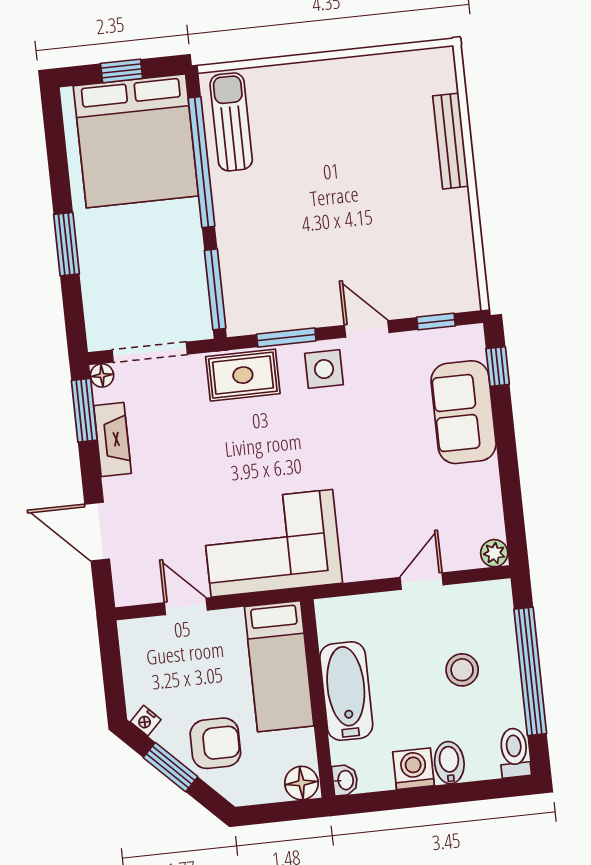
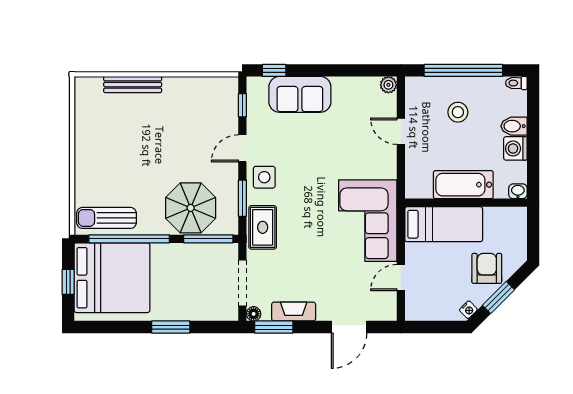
parasol: (262, 256) -> (191, 208), added
toilet: (514, 753) -> (516, 83), width x0.73, depth x0.72
floor lamp: (301, 783) -> (517, 218), removed

